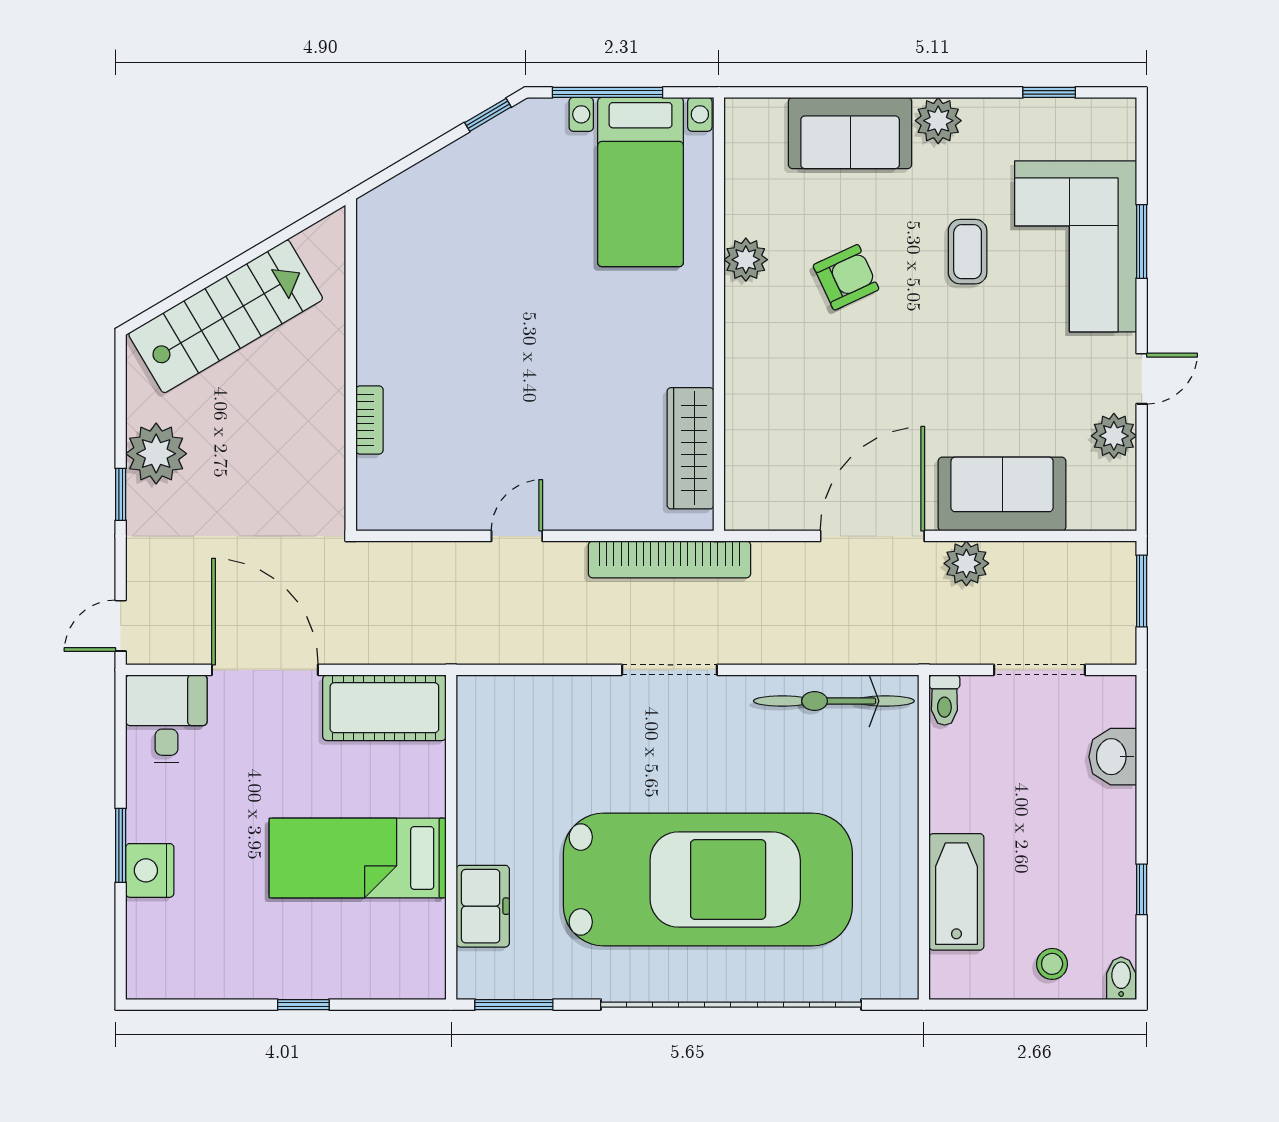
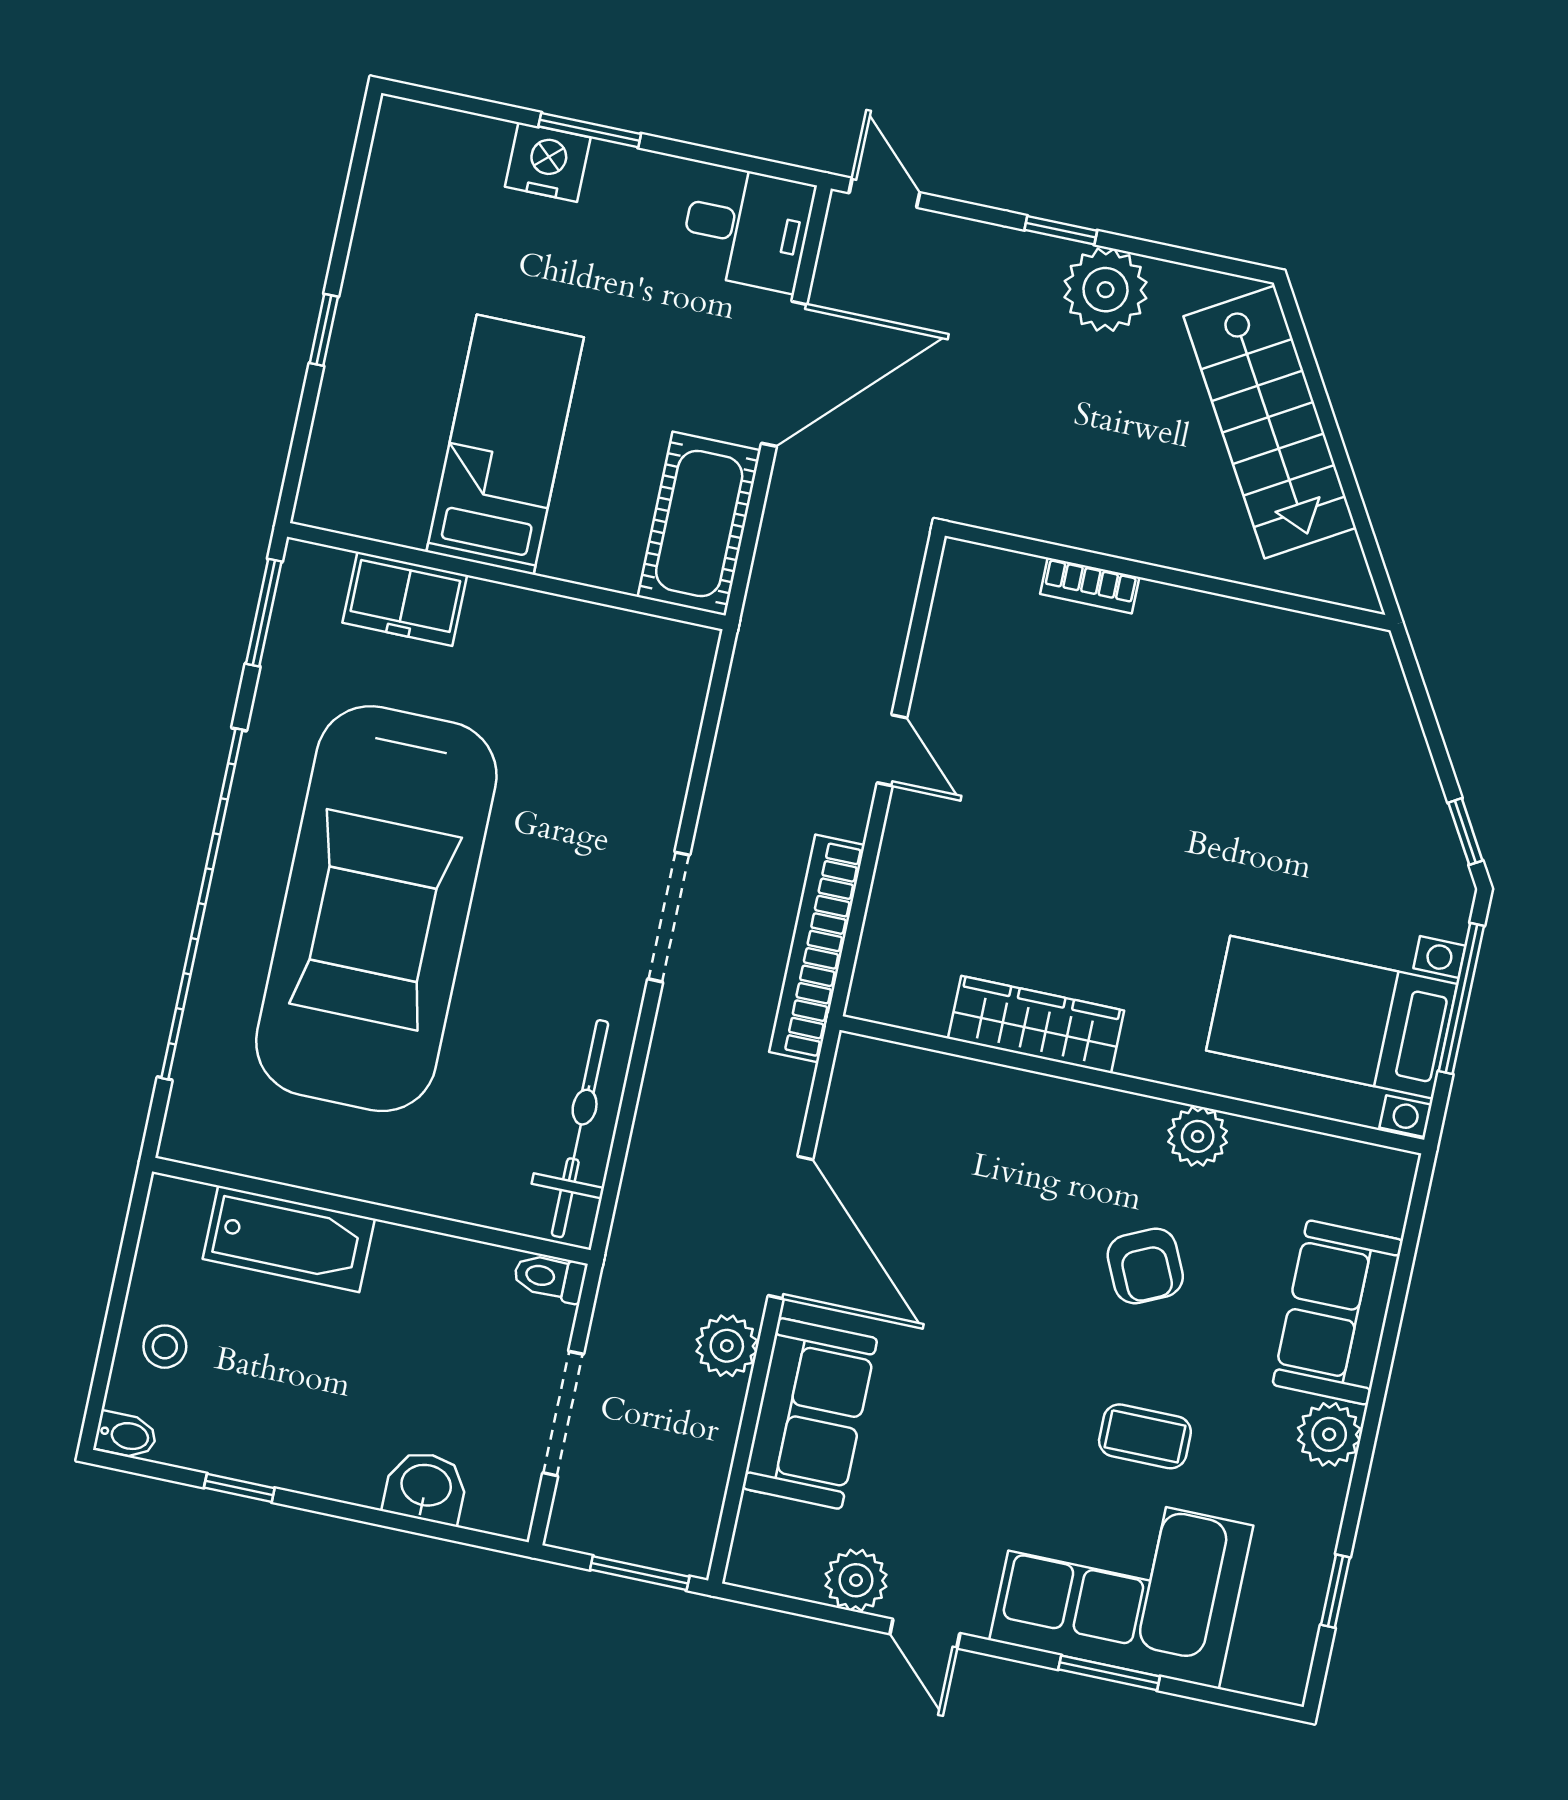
wardrobe: (690, 448) -> (1036, 1024), moved

